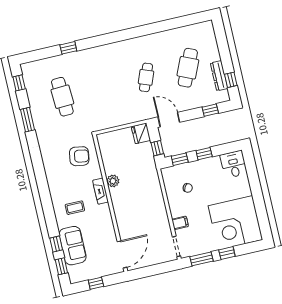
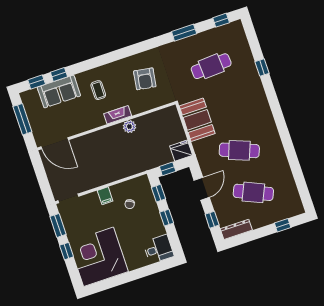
dresser: (219, 76) -> (236, 229), moved
cafe table: (146, 77) -> (239, 150), width x1.37, depth x1.35
window: (231, 80) -> (283, 225), moved
booth: (113, 115) -> (197, 120), added
door: (169, 120) -> (202, 189), moved
armchair: (79, 156) -> (145, 79), moved
filing cabinet: (180, 223) -> (105, 196), moved
window: (96, 283) -> (22, 119), width x2.17

